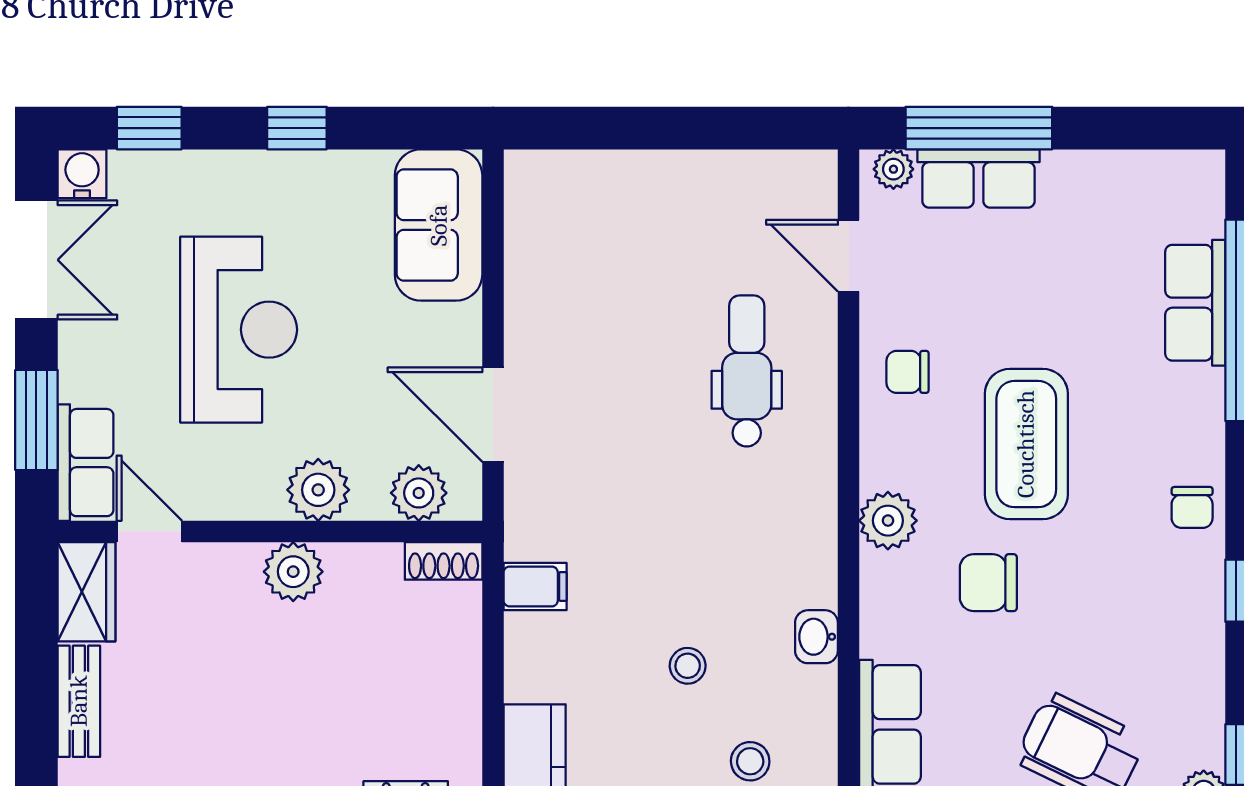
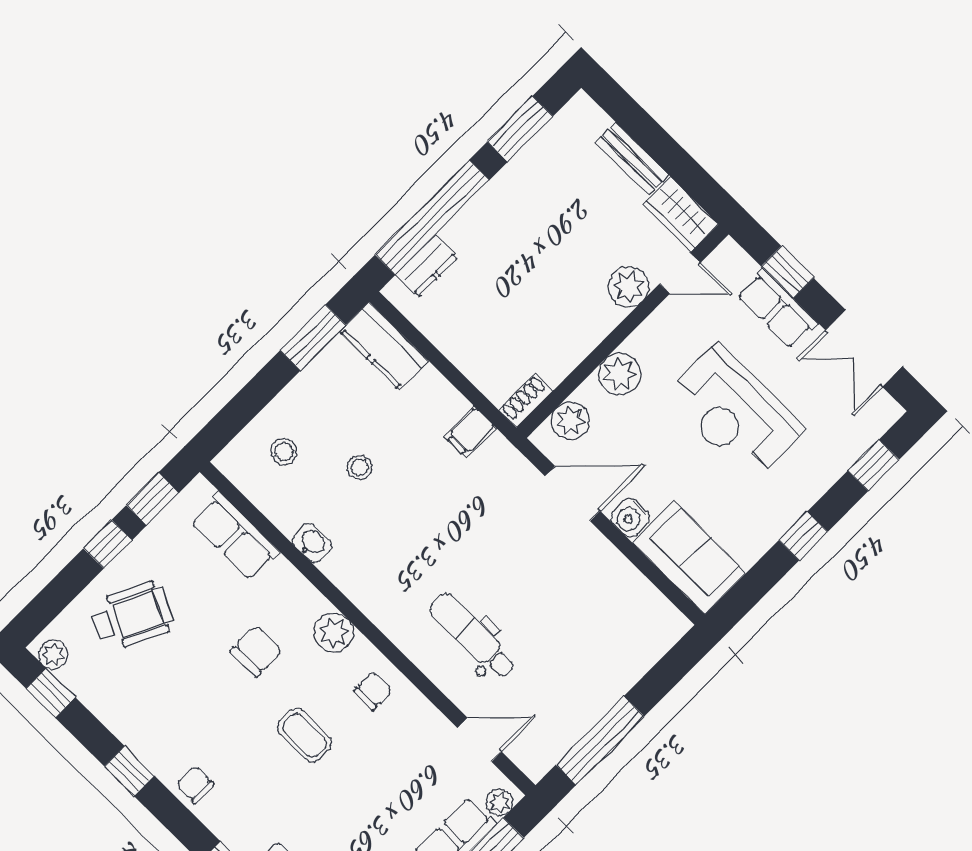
window: (724, 128) -> (600, 741), added
water cooler: (82, 174) -> (630, 517), moved, turned 90
dental chair: (747, 371) -> (473, 636), turned 180
chair: (908, 372) -> (373, 691), moved
window: (36, 420) -> (787, 272), width x0.67
coffee table: (1026, 444) -> (304, 735), width x0.54, depth x0.58
row of seats: (86, 463) -> (777, 309), moved
plant: (293, 572) -> (628, 287), moved

